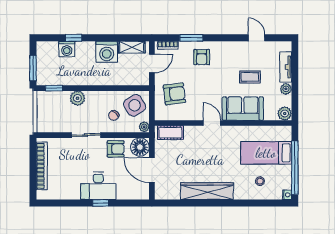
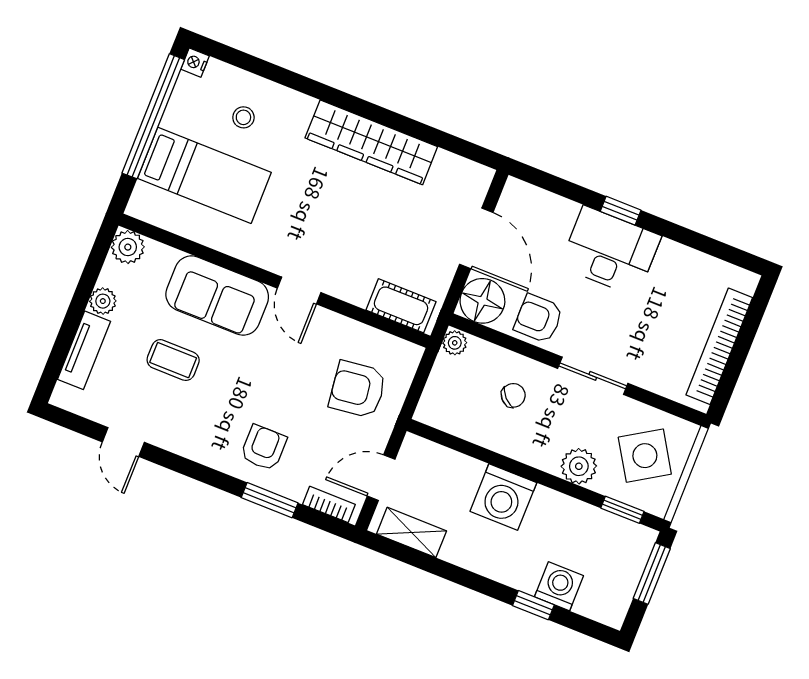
washing machine: (107, 52) -> (503, 497), moved, turned 180
side table: (135, 105) -> (645, 456), moved

